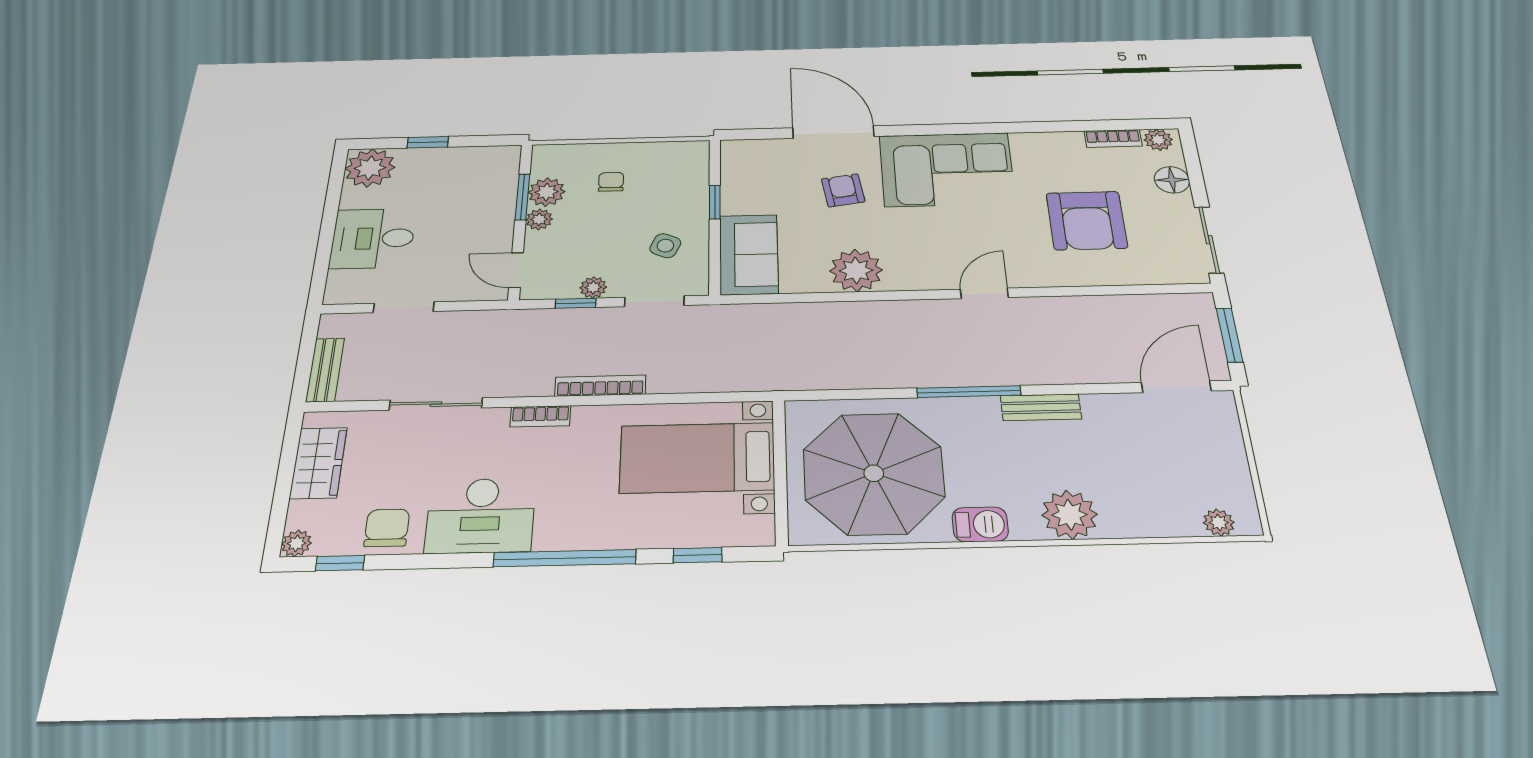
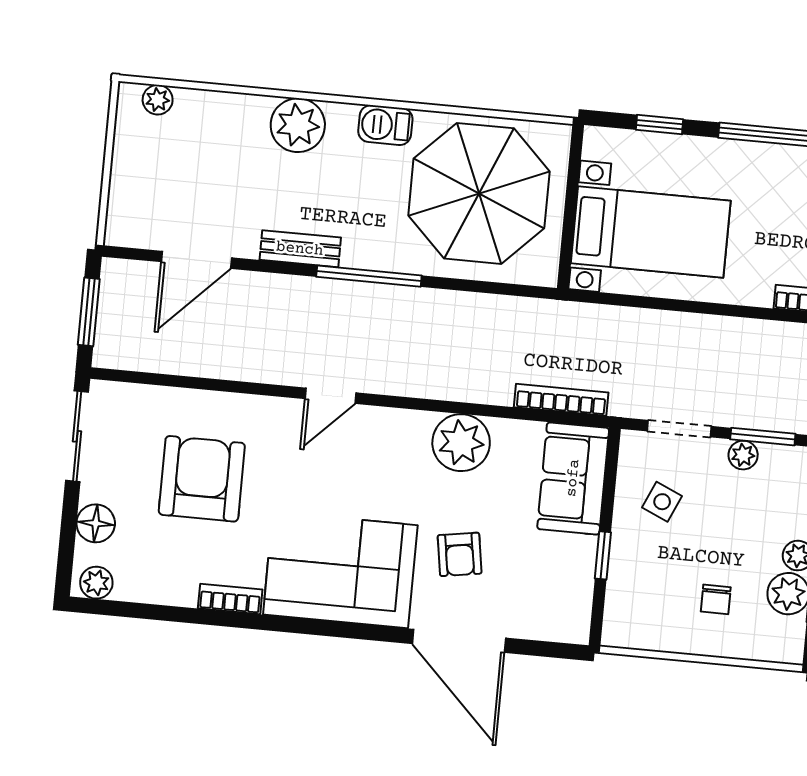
bookcase: (1113, 138) -> (230, 599), moved
window: (576, 303) -> (763, 437), width x1.50
bookcase: (600, 386) -> (561, 400), moved, turned 180
door: (1176, 387) -> (196, 260), moved

